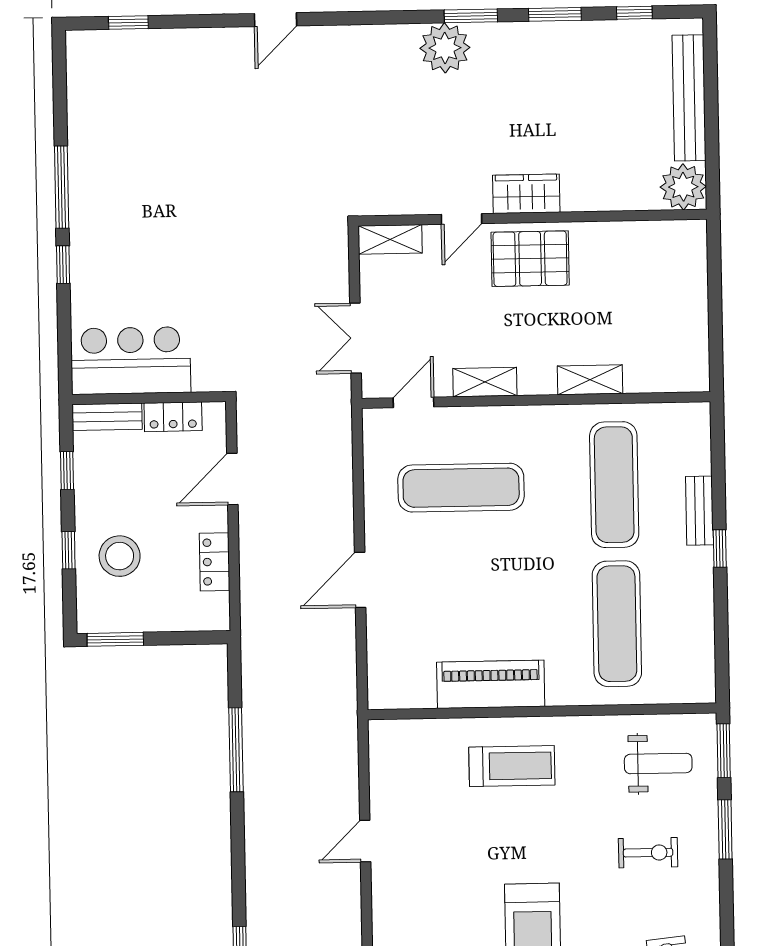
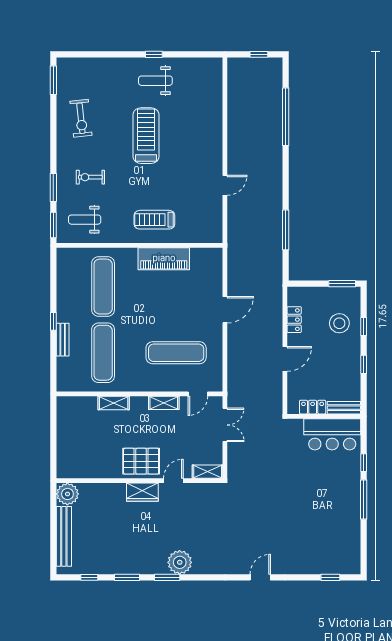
bar counter: (131, 361) -> (332, 434), moved
wall: (149, 398) -> (324, 416), moved
bench: (107, 417) -> (344, 408), moved
locker: (173, 417) -> (313, 407), moved

